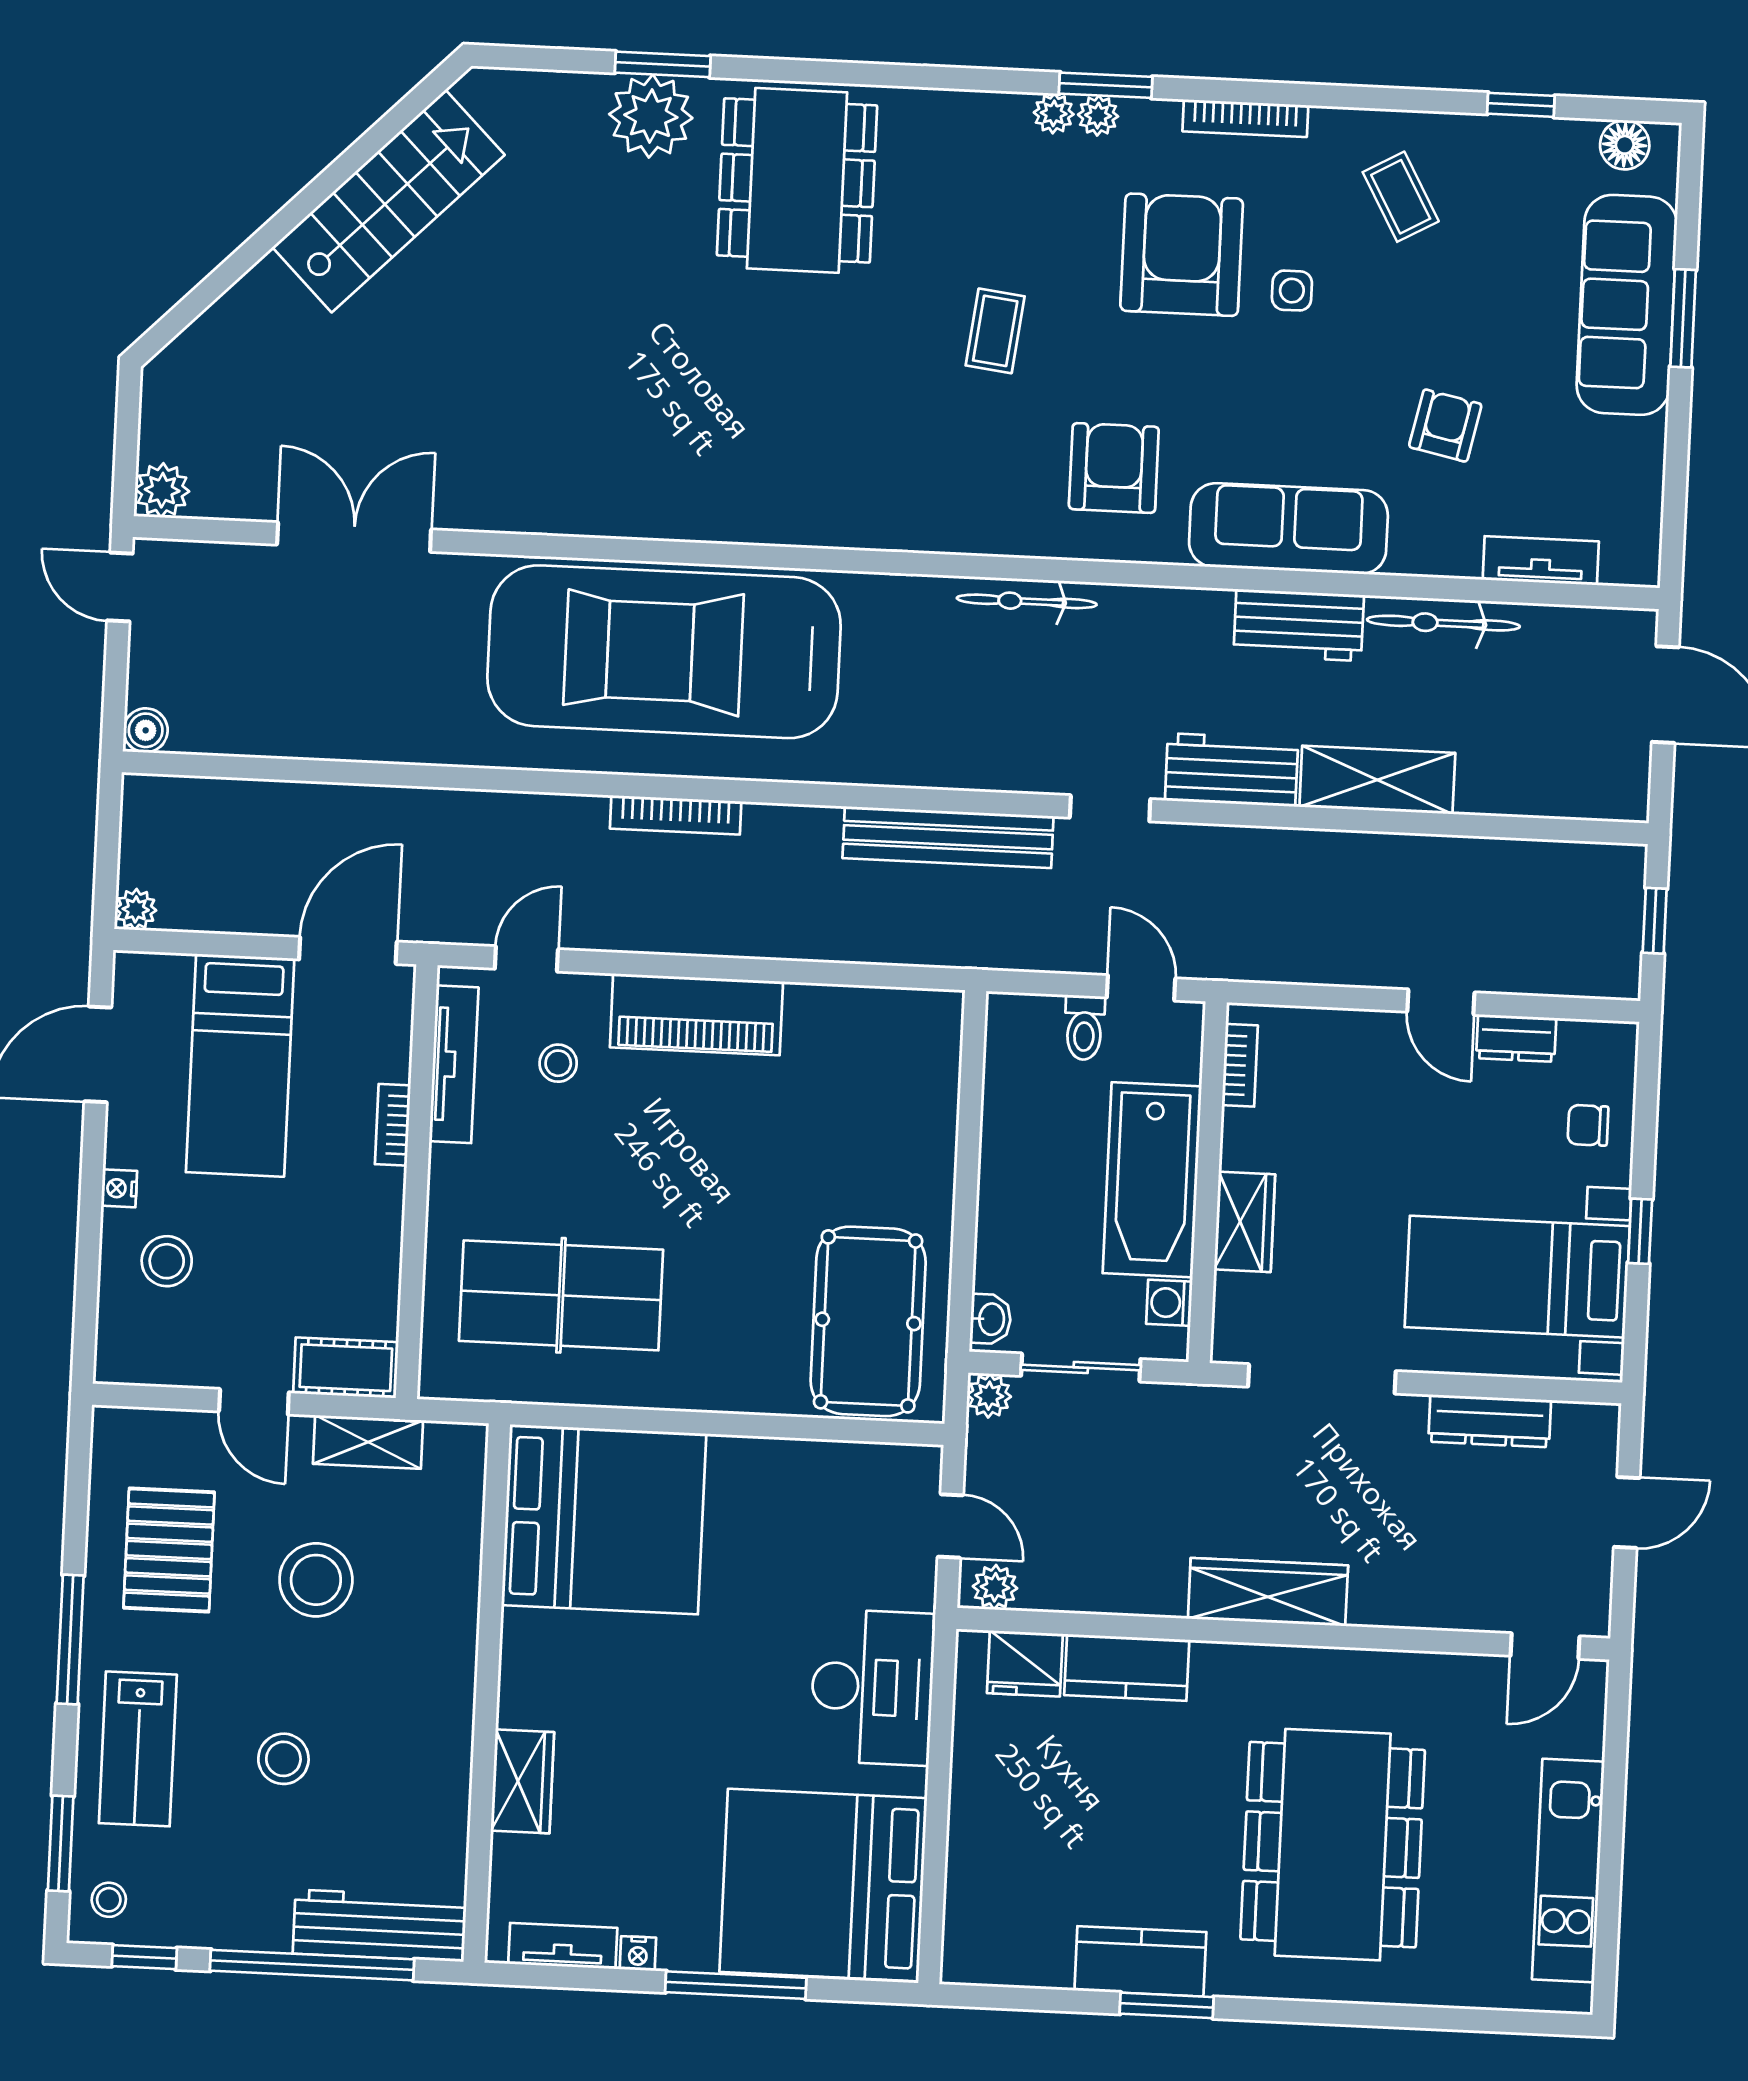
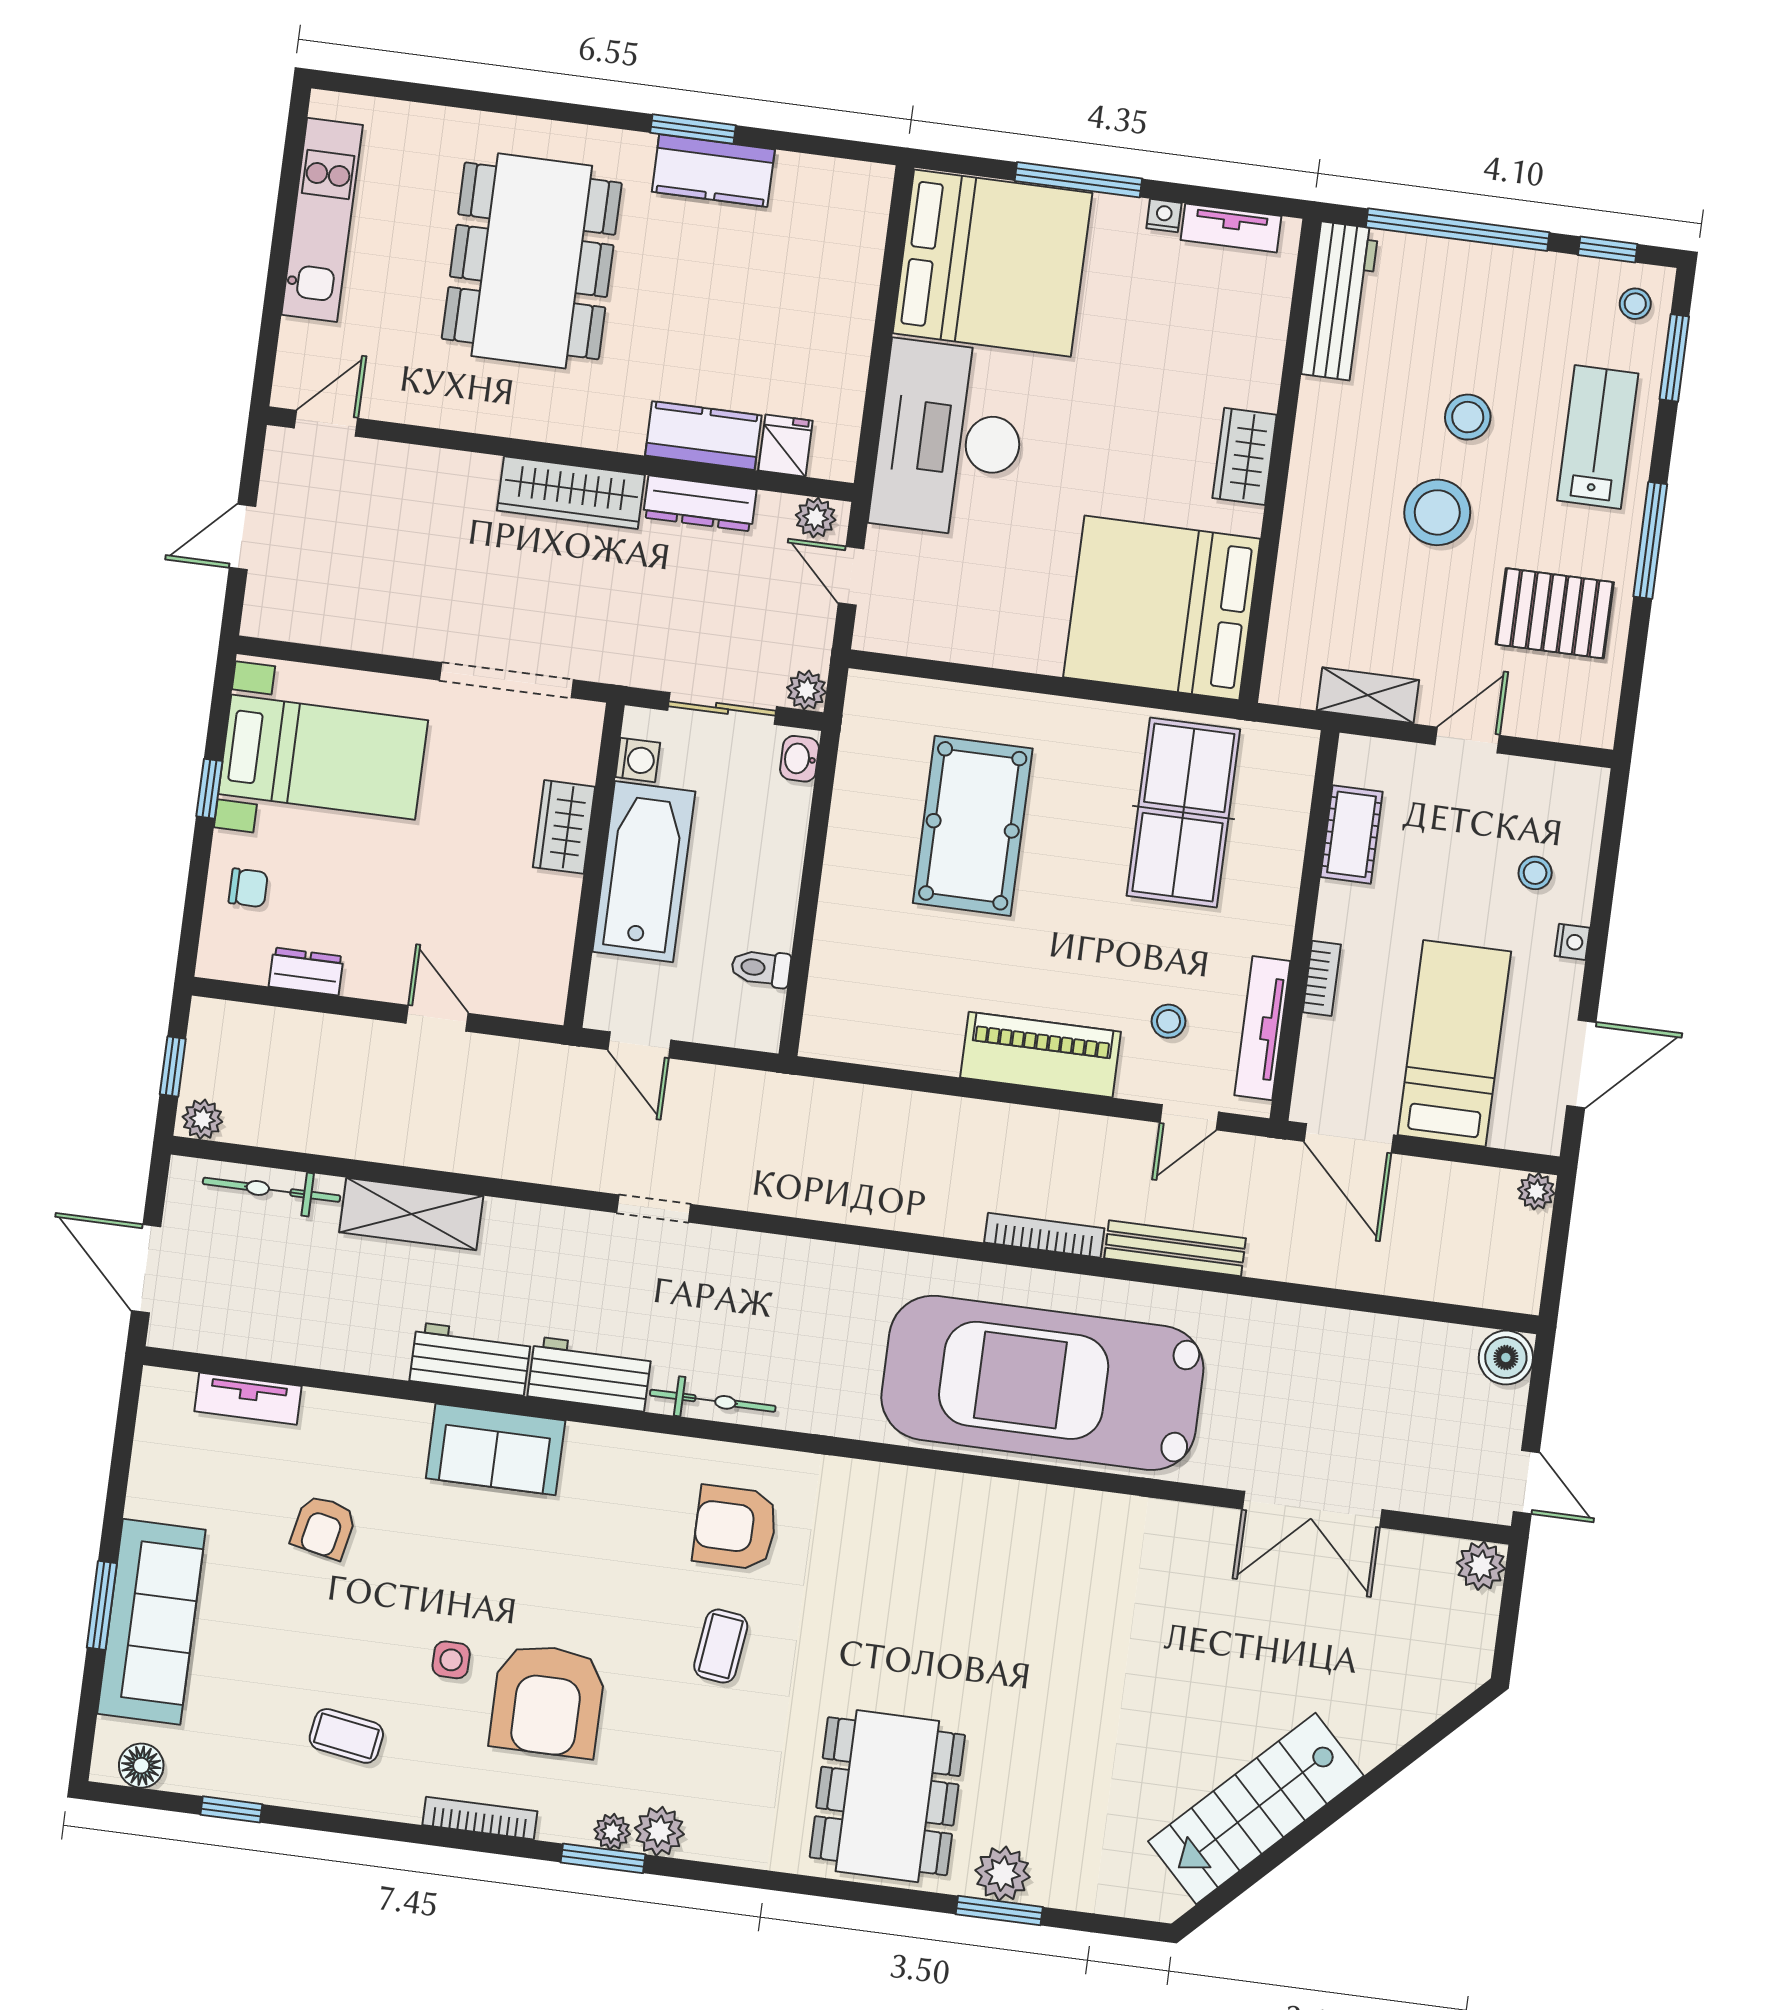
plant: (1054, 113) -> (659, 1831), width x1.38, depth x1.38
plant: (651, 116) -> (1003, 1874), width x0.73, depth x0.73
coffee table: (1401, 197) -> (346, 1736), turned -52
armchair: (1114, 468) -> (735, 1527), moved, turned 90
sofa: (1288, 529) -> (496, 1449), width x0.73
bicycle: (1443, 623) -> (272, 1190), moved, turned 180
car: (664, 652) -> (1042, 1383), turned 180
boiler: (146, 730) -> (1506, 1358), width x1.36, depth x1.36
workbench: (1232, 770) -> (590, 1374), moved, turned 180
bench: (948, 837) -> (1175, 1248), moved, width x0.73, depth x0.82
plant: (1617, 865) -> (202, 1119), added
door: (348, 951) -> (1349, 1138), hinge flipped
door: (1441, 1002) -> (437, 1018), moved
toilet: (1084, 1028) -> (761, 968), moved, turned -90
bookcase: (1240, 1065) -> (556, 968), removed
stool: (167, 1261) -> (1535, 873), width x0.73, depth x0.73
table tennis table: (561, 1295) -> (1183, 812), turned 90
pool table: (868, 1321) -> (973, 826), moved
cot: (346, 1368) -> (1352, 834), moved, turned 90
door: (254, 1402) -> (1467, 740), hinge flipped
dresser: (1490, 1421) -> (700, 503), moved, turned 180
pallet: (169, 1550) -> (1555, 613), turned 90
stool: (316, 1580) -> (1437, 512), moved
fridge: (1025, 1663) -> (785, 446), width x0.72
desk: (872, 1687) -> (949, 439), width x1.36, depth x1.30
wardrobe: (522, 1781) -> (1245, 456), moved
workbench: (380, 1926) -> (1340, 302), moved, turned -90

